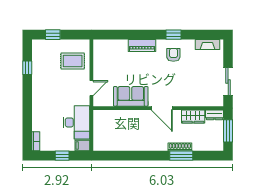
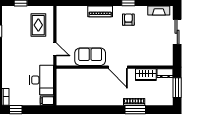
rug: (73, 61) -> (38, 25), turned 90
sliding door: (228, 82) -> (177, 32), moved
door: (91, 88) -> (55, 49), hinge flipped
window: (62, 156) -> (16, 110), moved

